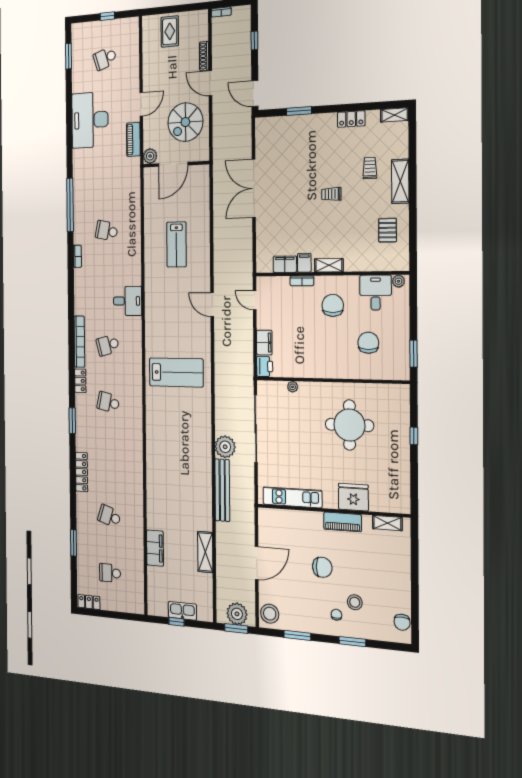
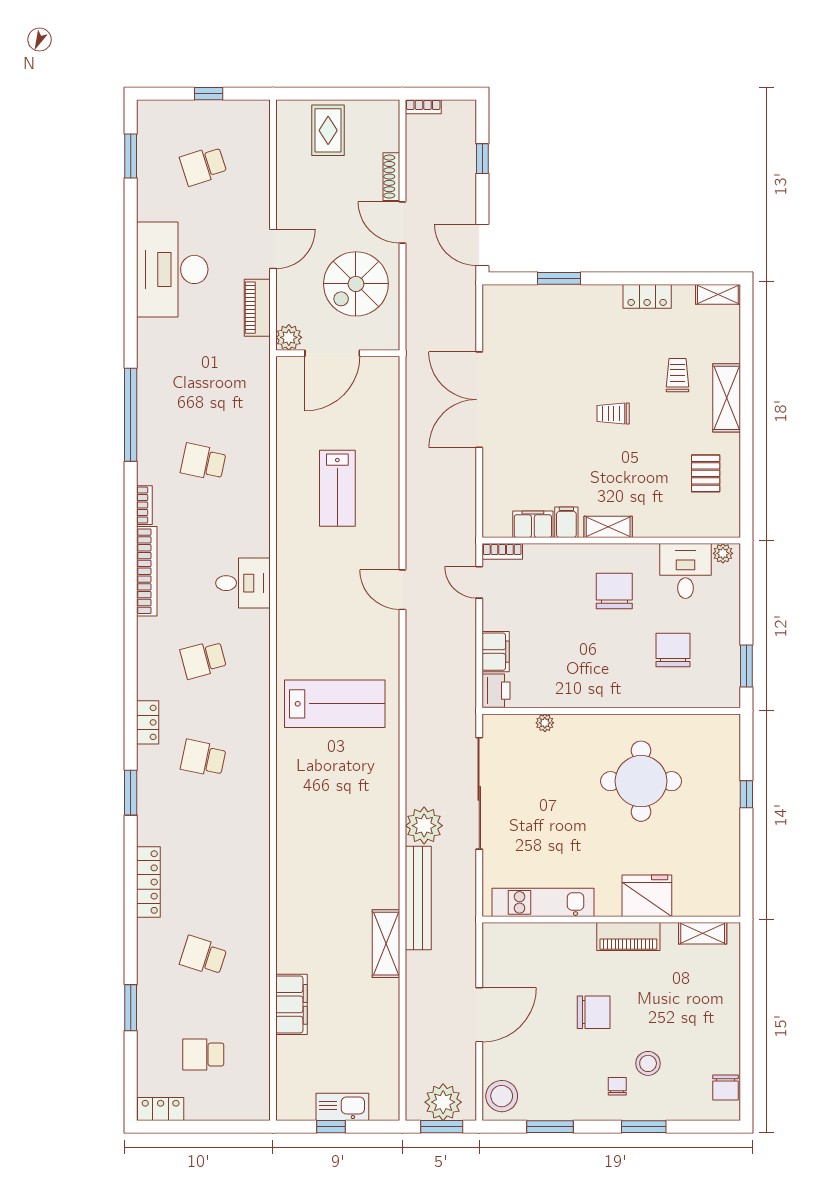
bookcase: (302, 281) -> (502, 551), moved
bookcase: (79, 342) -> (147, 571), moved
shelving: (205, 552) -> (386, 944), moved

